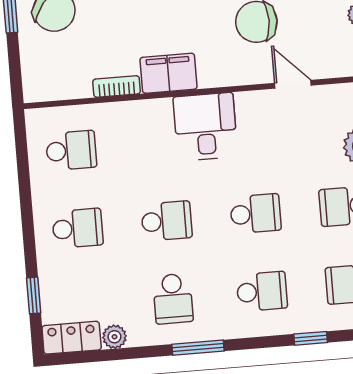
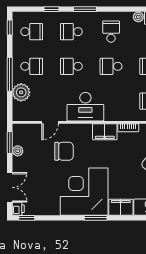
door: (293, 84) -> (50, 122), hinge flipped
desk: (205, 127) -> (85, 107), width x1.37
window: (198, 348) -> (85, 9), moved

